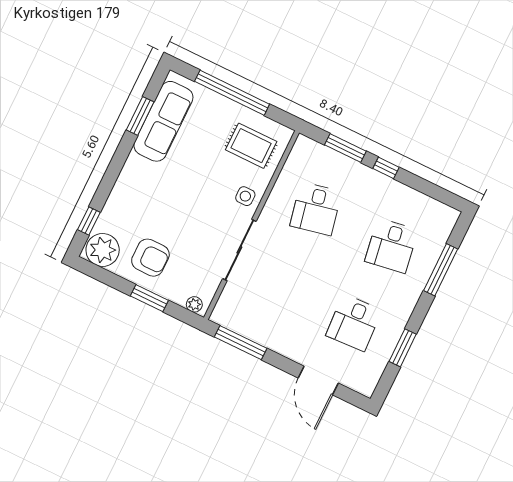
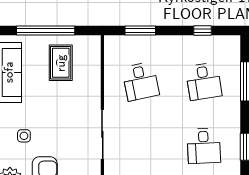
rug: (251, 146) -> (61, 63), moved, turned 90
window: (386, 168) -> (202, 31), moved
side table: (245, 196) -> (24, 136), moved

